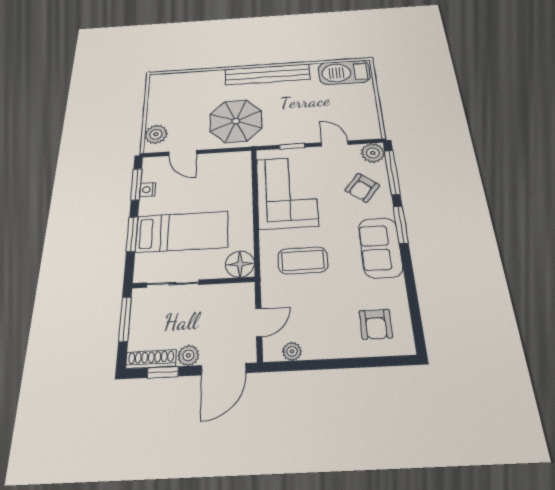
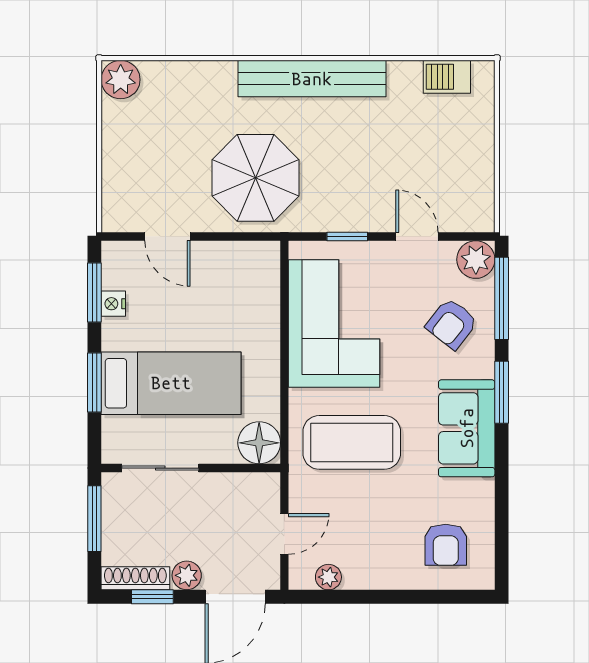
barbecue: (344, 72) -> (447, 77), width x0.53, depth x0.65
plant: (156, 134) -> (121, 80), moved
coffee table: (303, 260) -> (352, 442), width x1.36, depth x1.32

